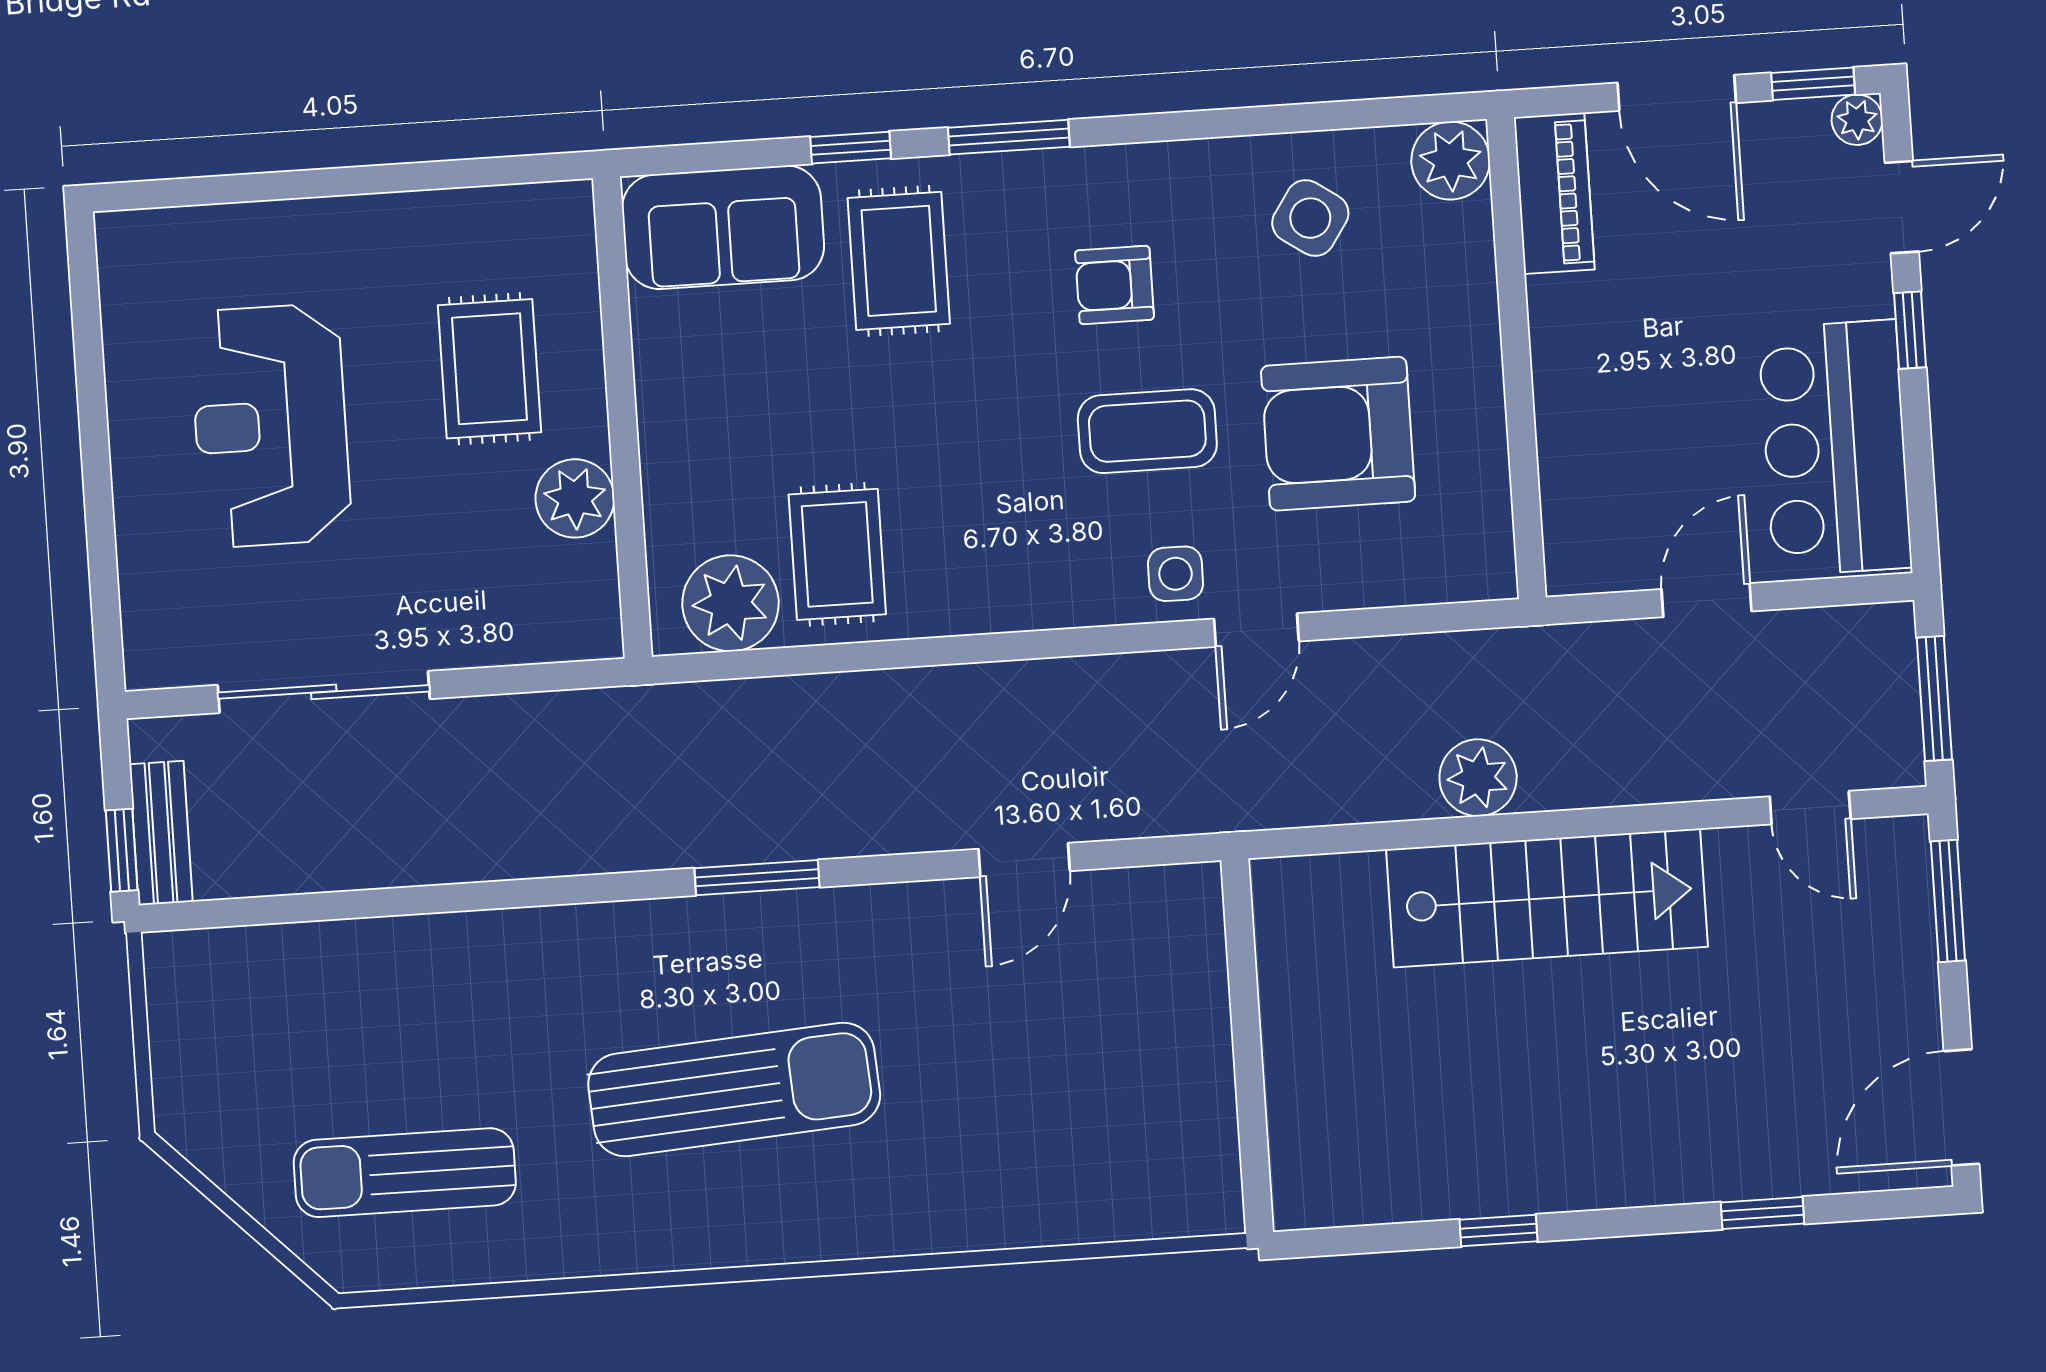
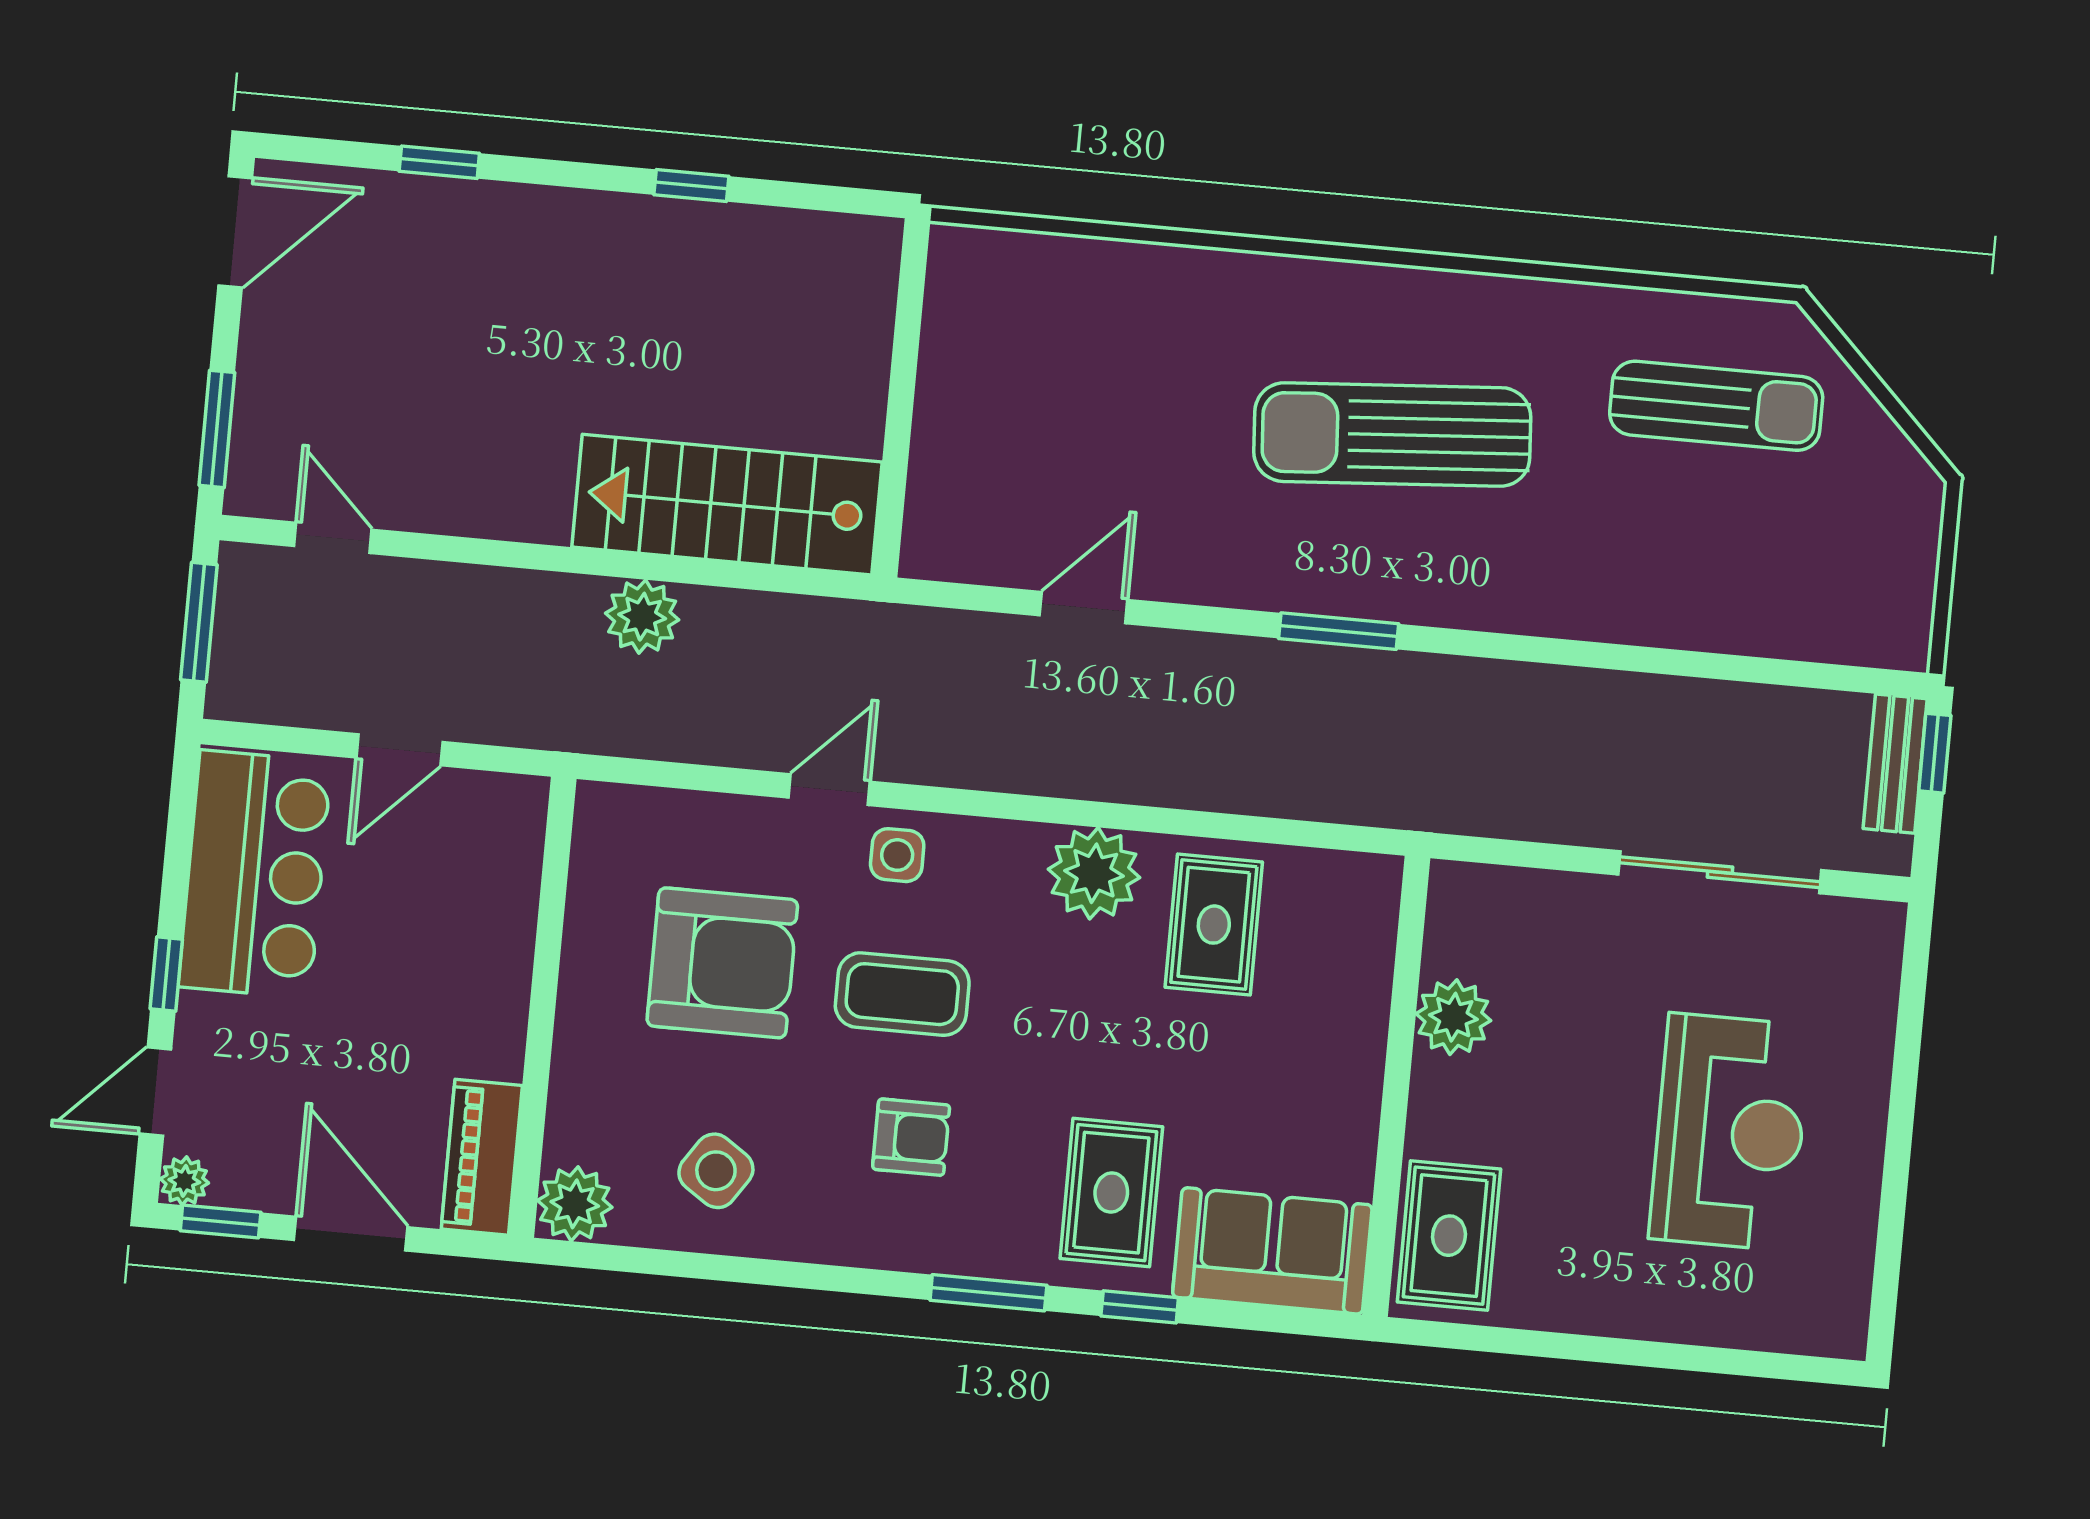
rug: (489, 369) -> (1449, 1236), moved
plant: (731, 603) -> (1094, 873), moved
stairs: (1547, 898) -> (727, 505), moved

